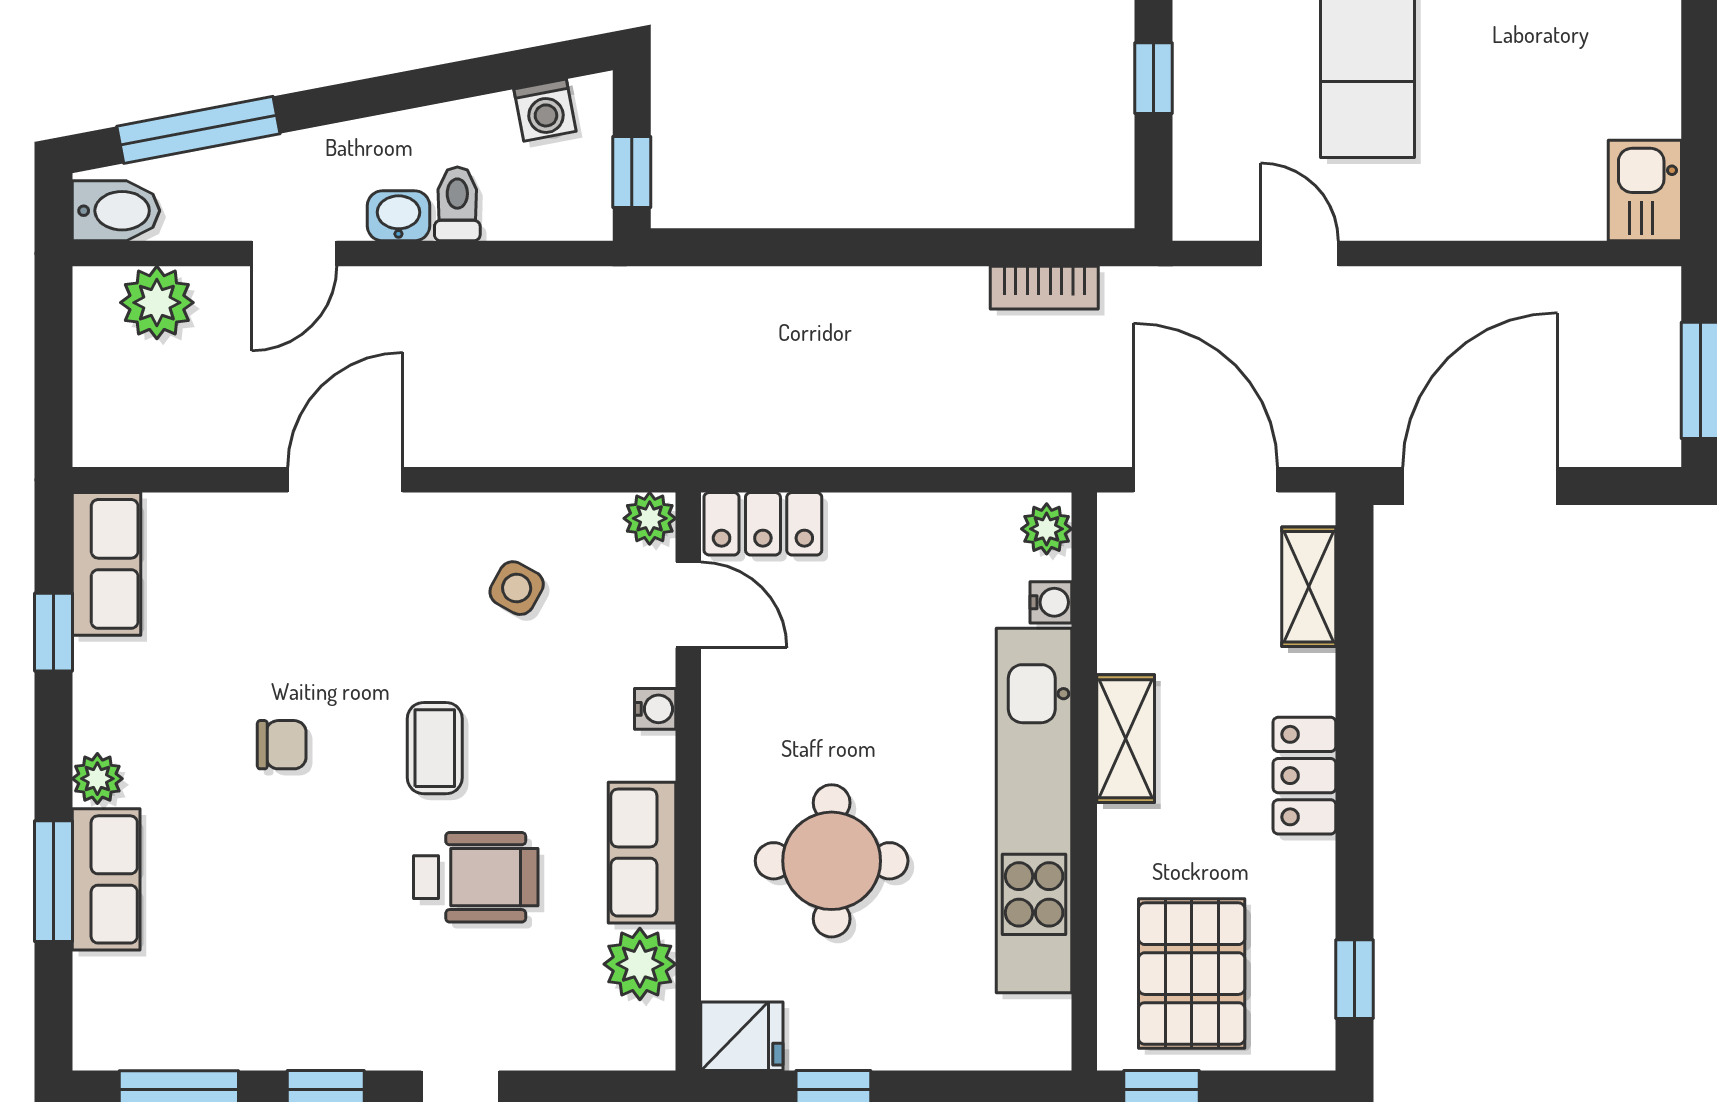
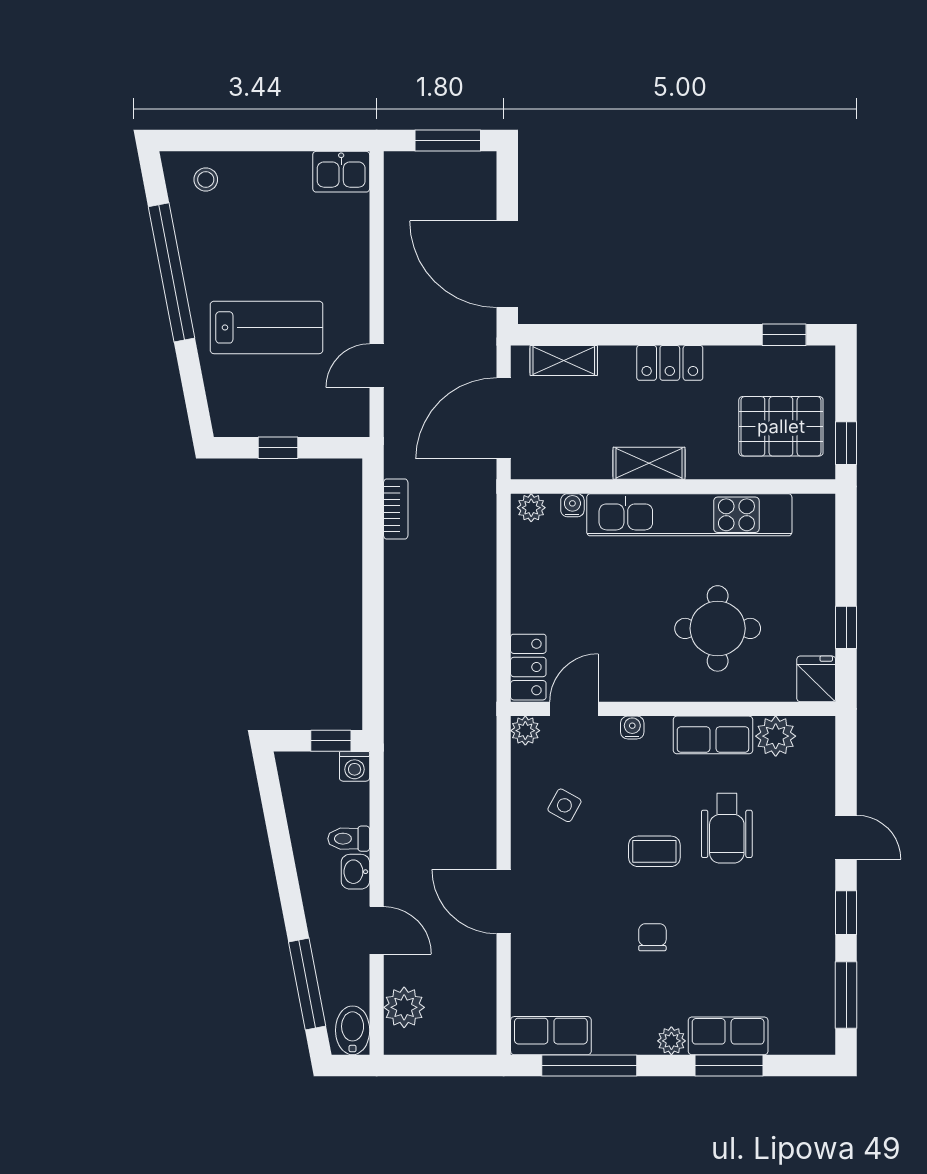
washing machine: (545, 110) -> (355, 766), moved, turned 101
window: (53, 632) -> (589, 1065), width x2.17
wheelchair: (476, 877) -> (727, 828), turned 180

